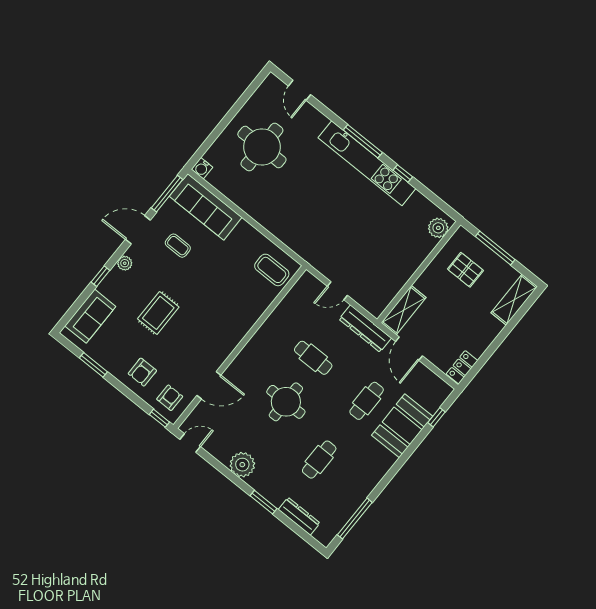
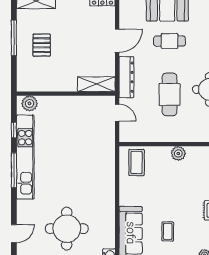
plant: (438, 228) -> (30, 103), moved
wall: (419, 272) -> (66, 94), moved
shelving: (404, 310) -> (96, 84), moved
plant: (247, 319) -> (178, 153), added
cafe table: (313, 358) -> (169, 94), width x1.37, depth x1.35

